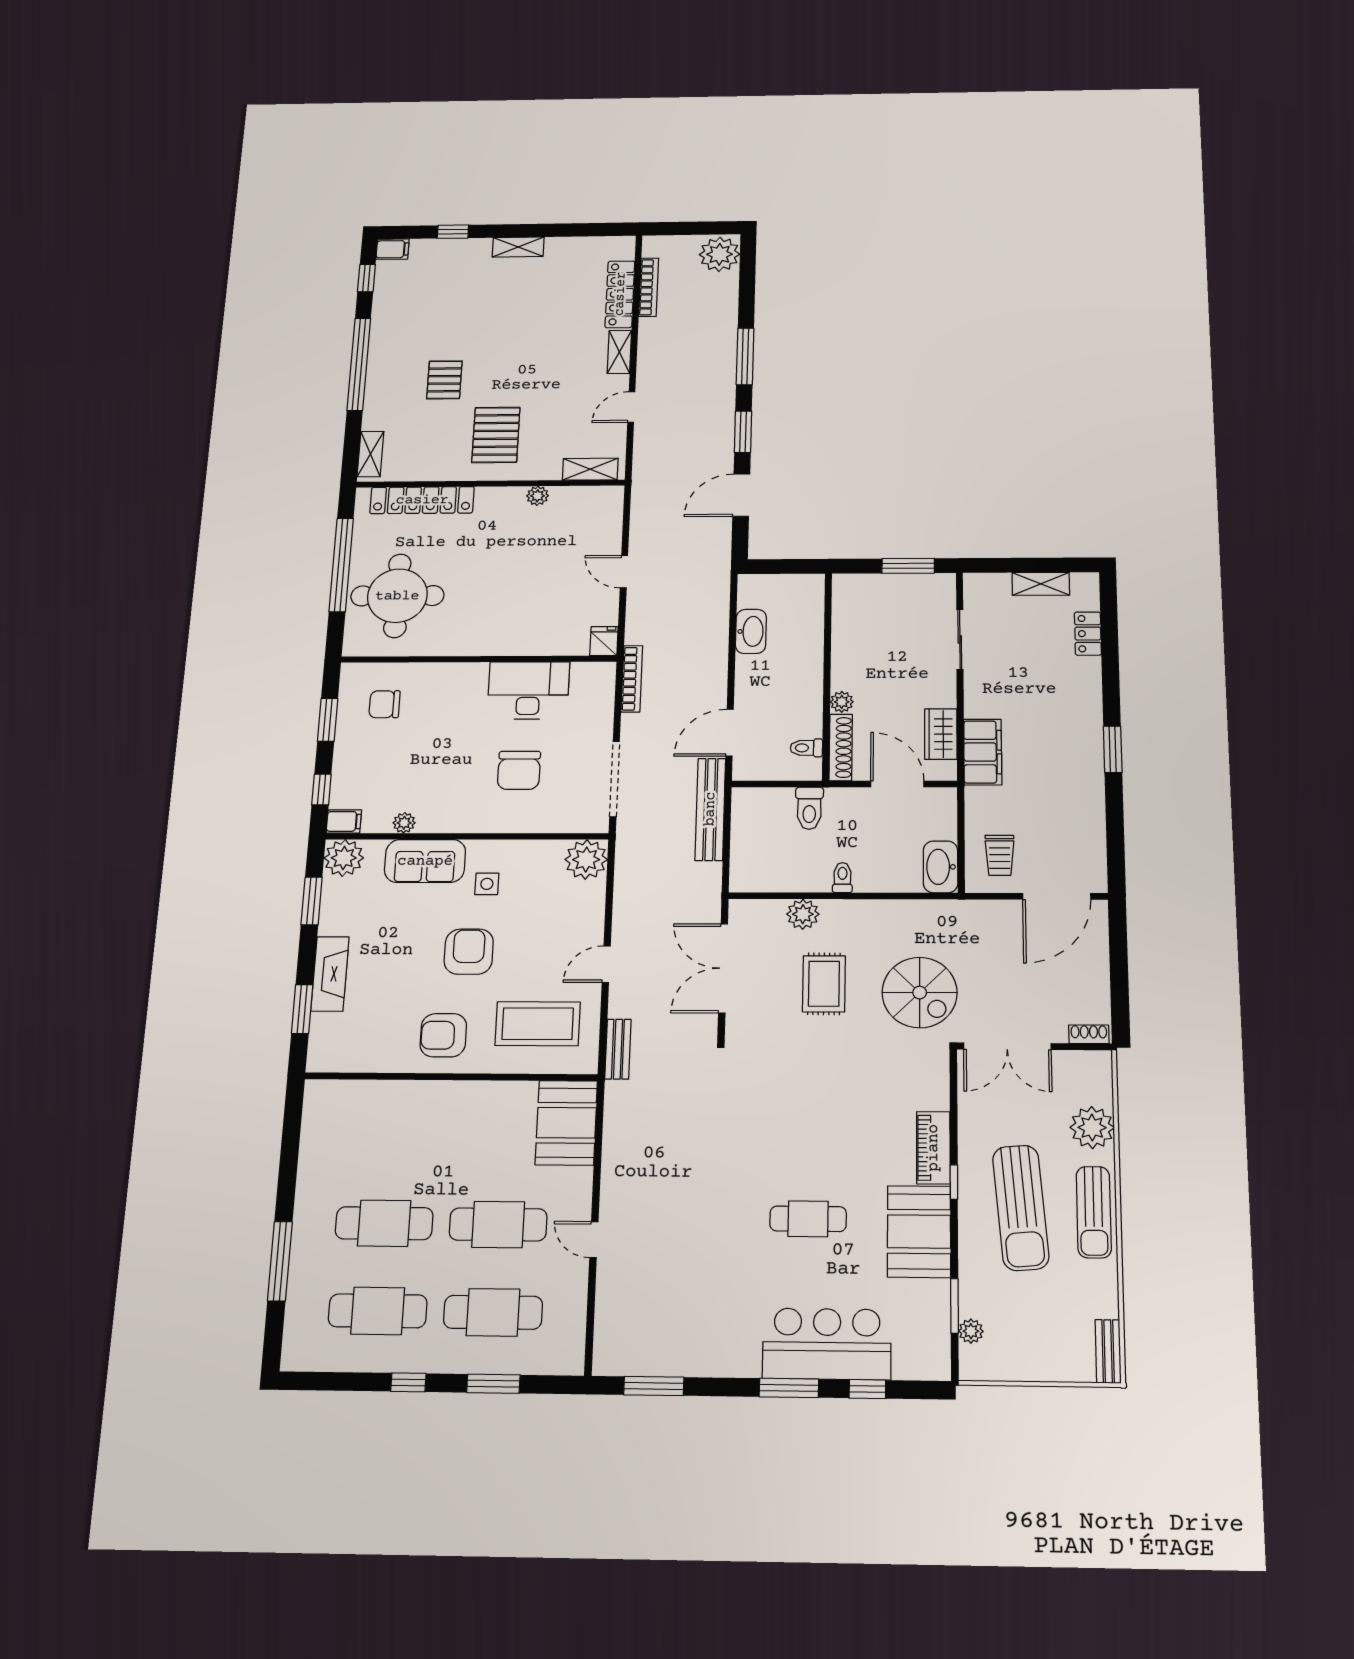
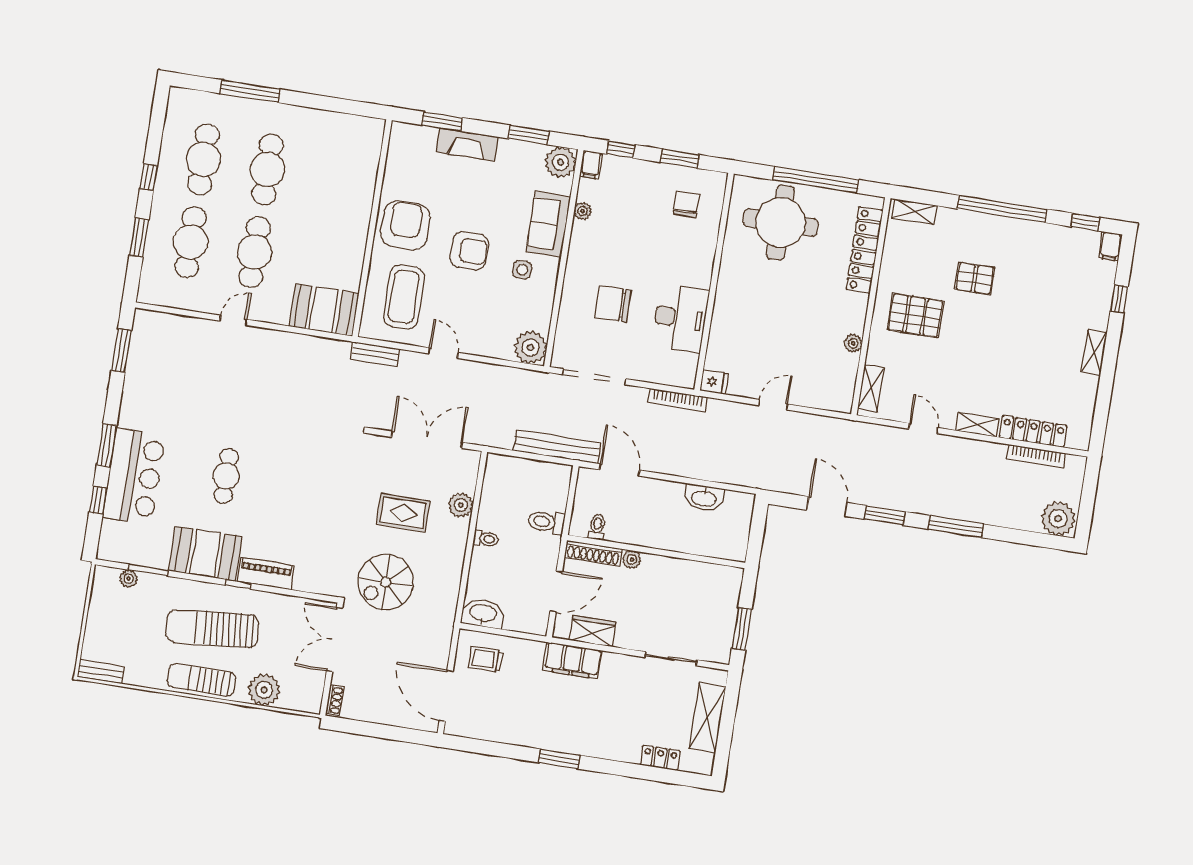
shelving: (1041, 584) -> (707, 718), width x1.50, depth x1.33
armchair: (443, 1035) -> (405, 226), width x1.36, depth x1.36

